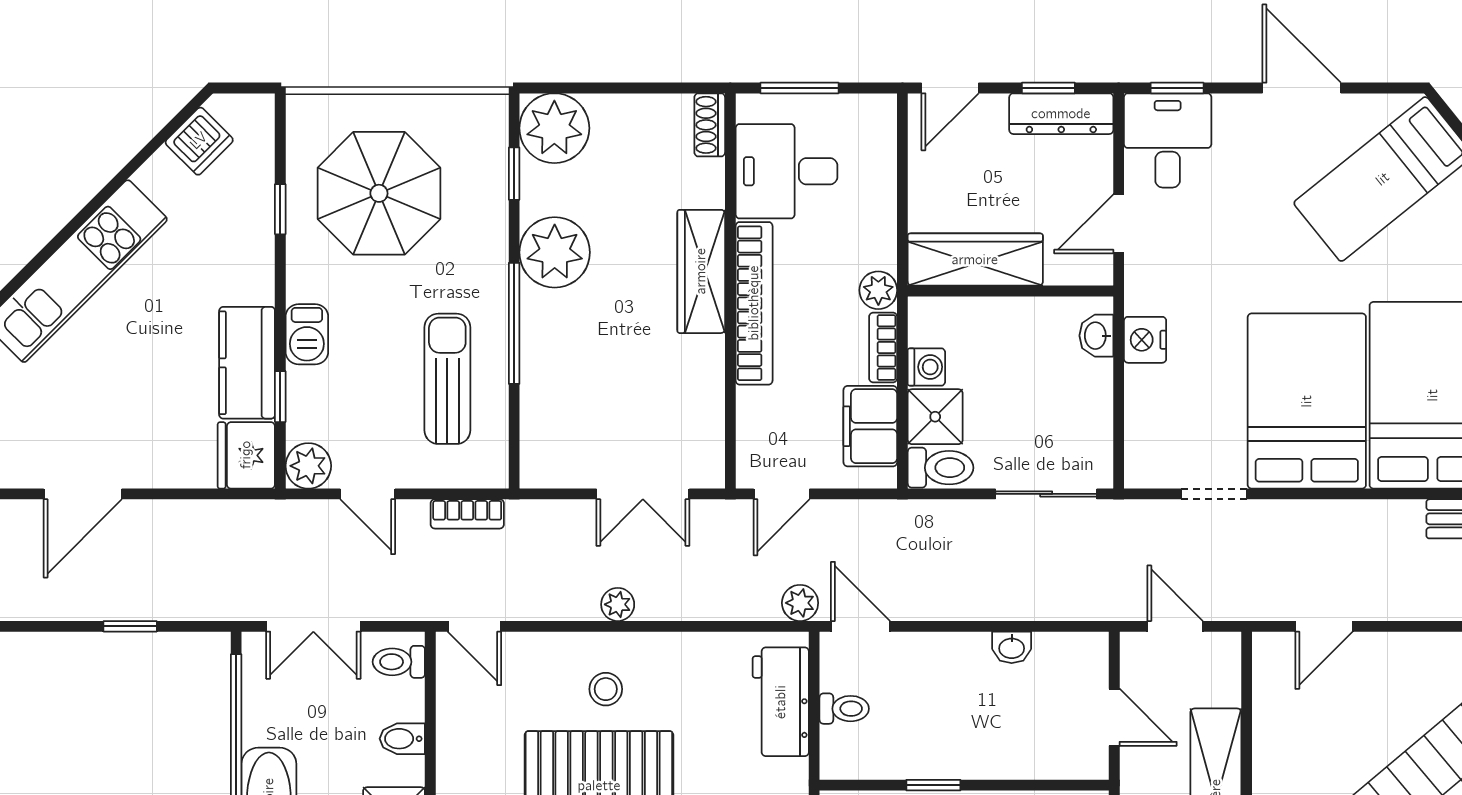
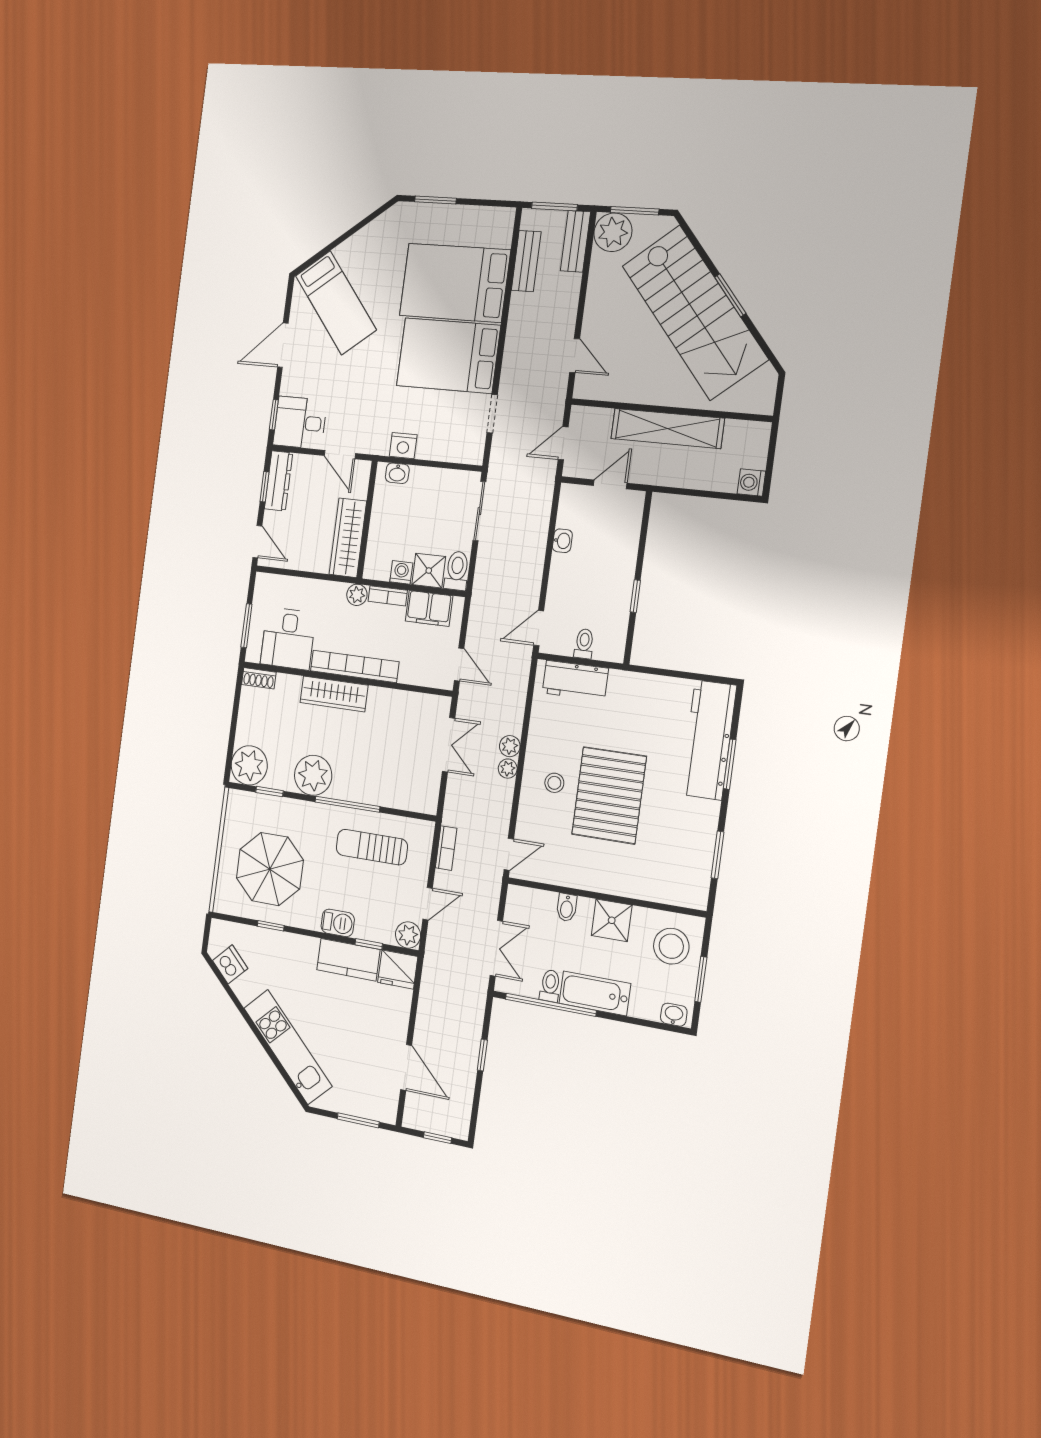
plant: (800, 603) -> (510, 746), moved
toilet: (399, 662) -> (550, 986), moved, turned 180

